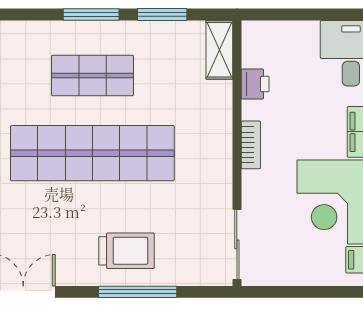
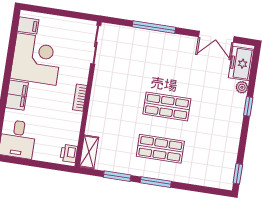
printer: (255, 84) -> (69, 153), moved
shop shelf: (92, 153) -> (167, 106), width x0.50, depth x0.74
trolley: (127, 251) -> (156, 50), removed

